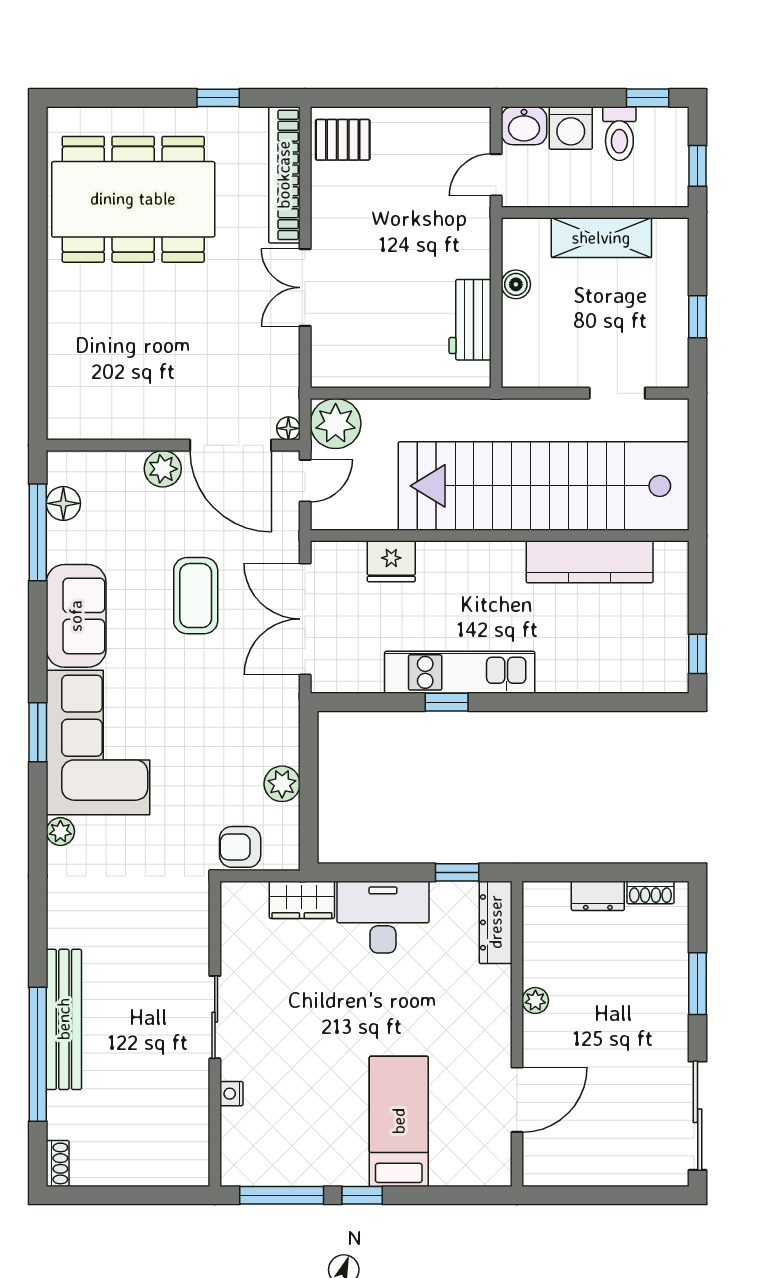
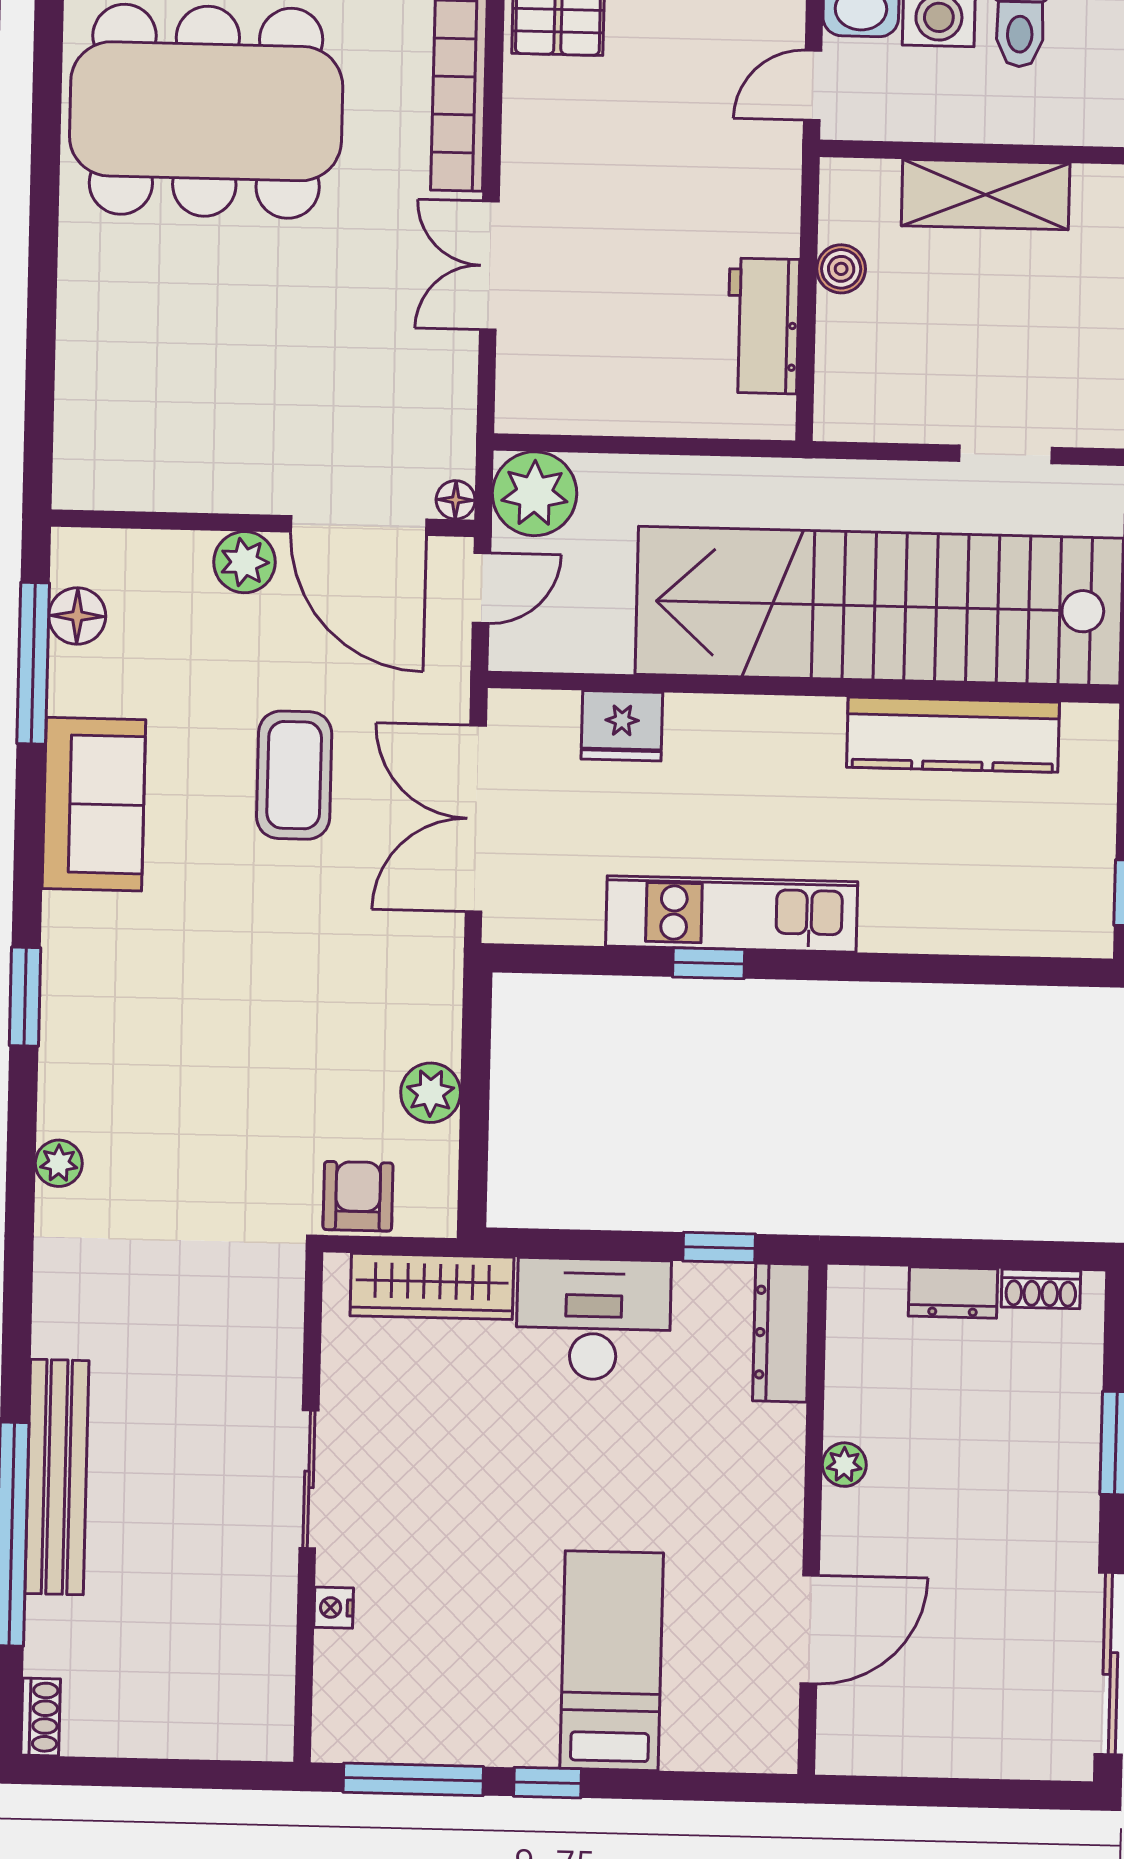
corner sofa: (98, 742) -> (125, 1016), removed
armchair: (240, 847) -> (358, 1196), turned 90
wardrobe: (302, 900) -> (432, 1286), width x1.50

